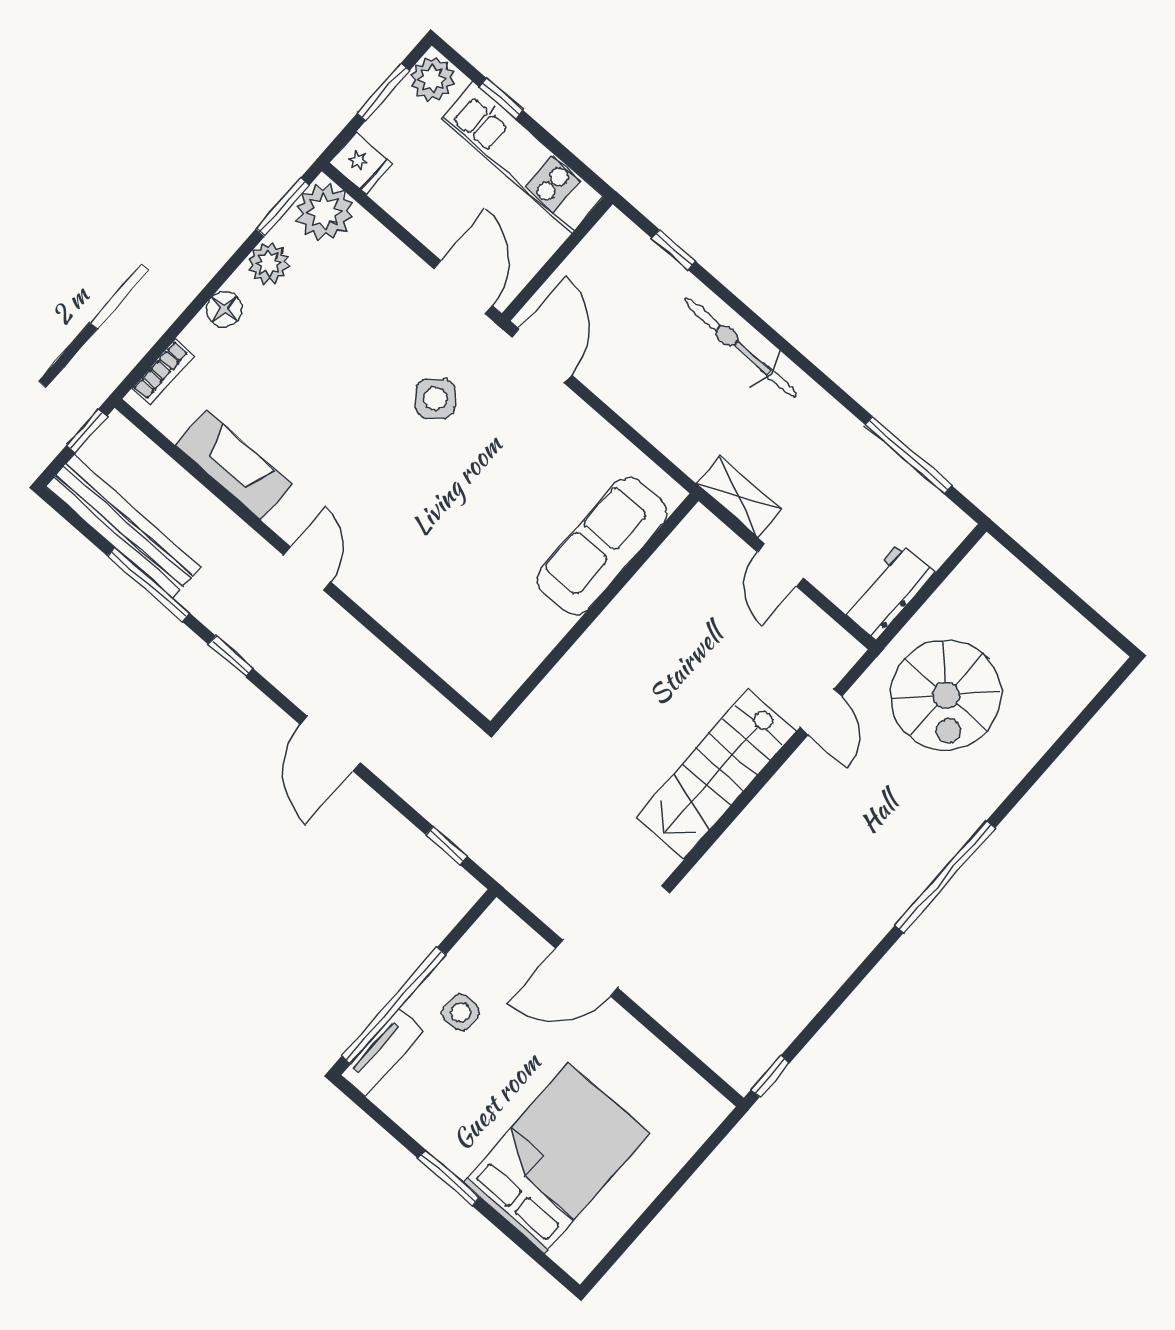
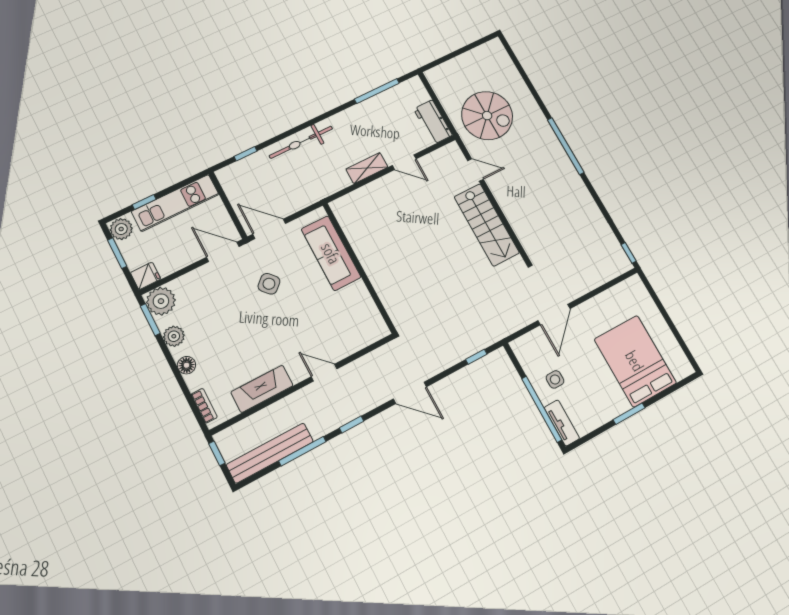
sofa: (602, 546) -> (331, 253), moved
wall: (594, 611) -> (359, 268), moved

